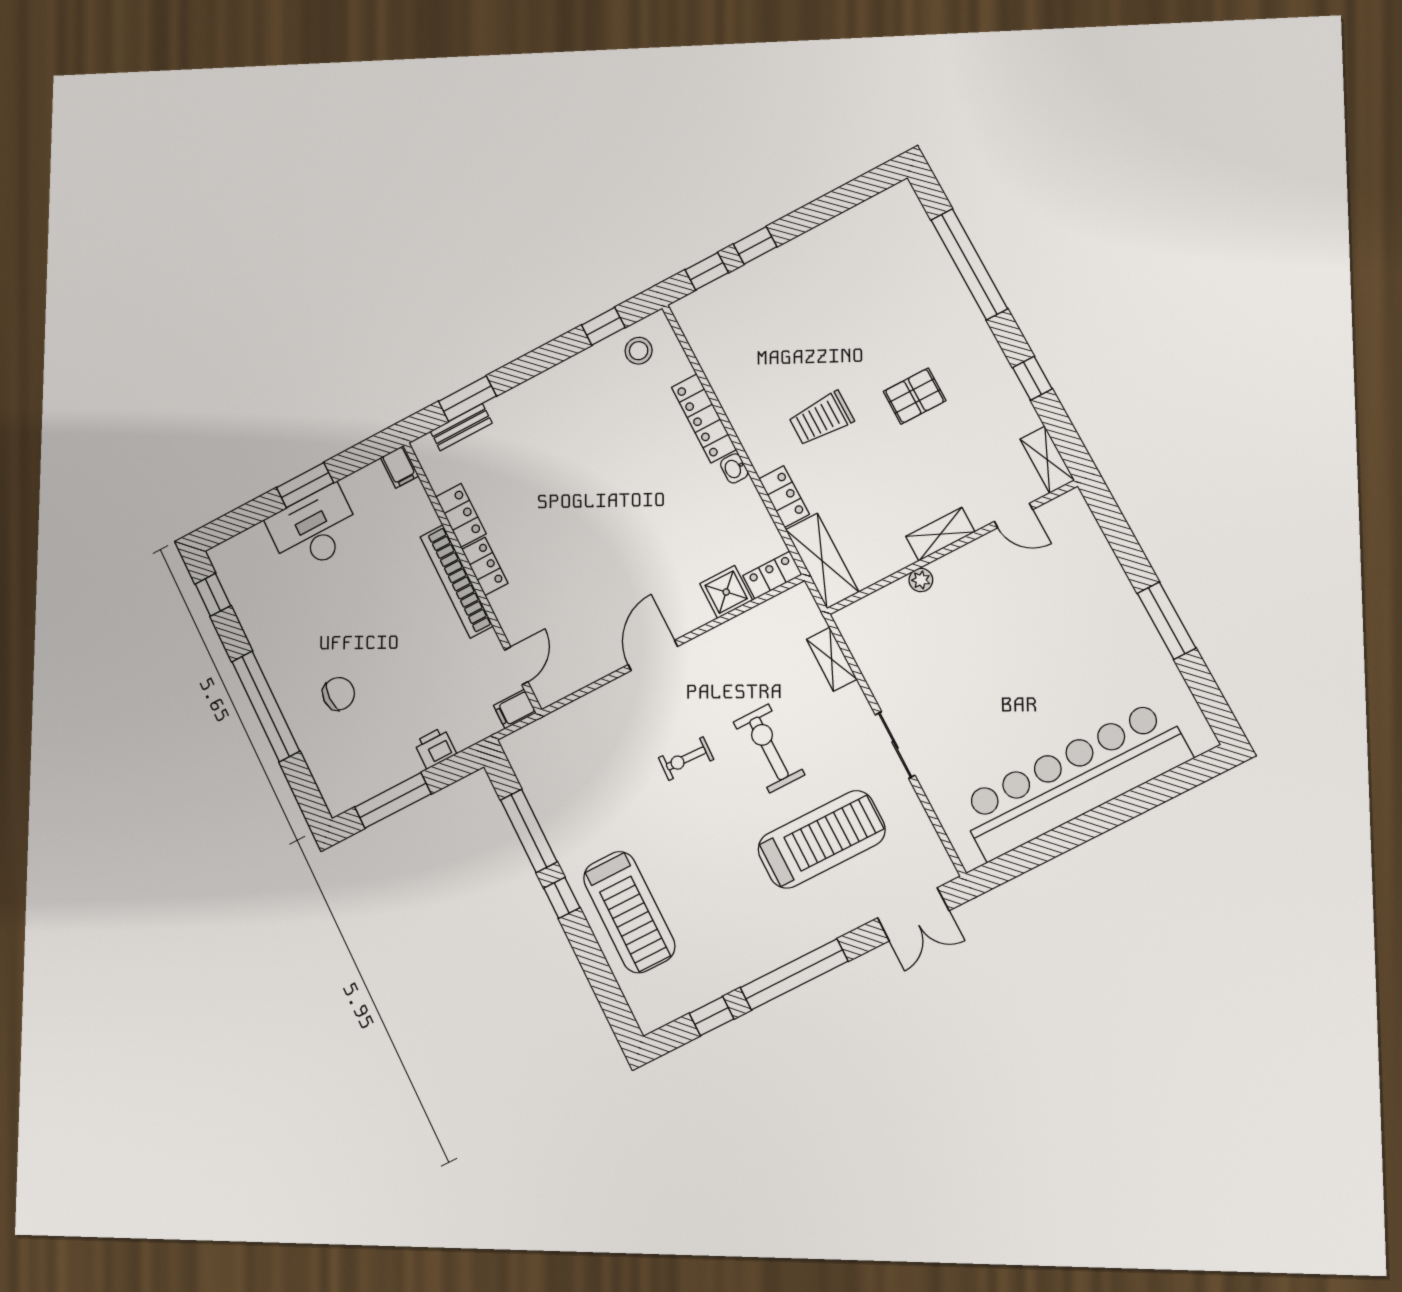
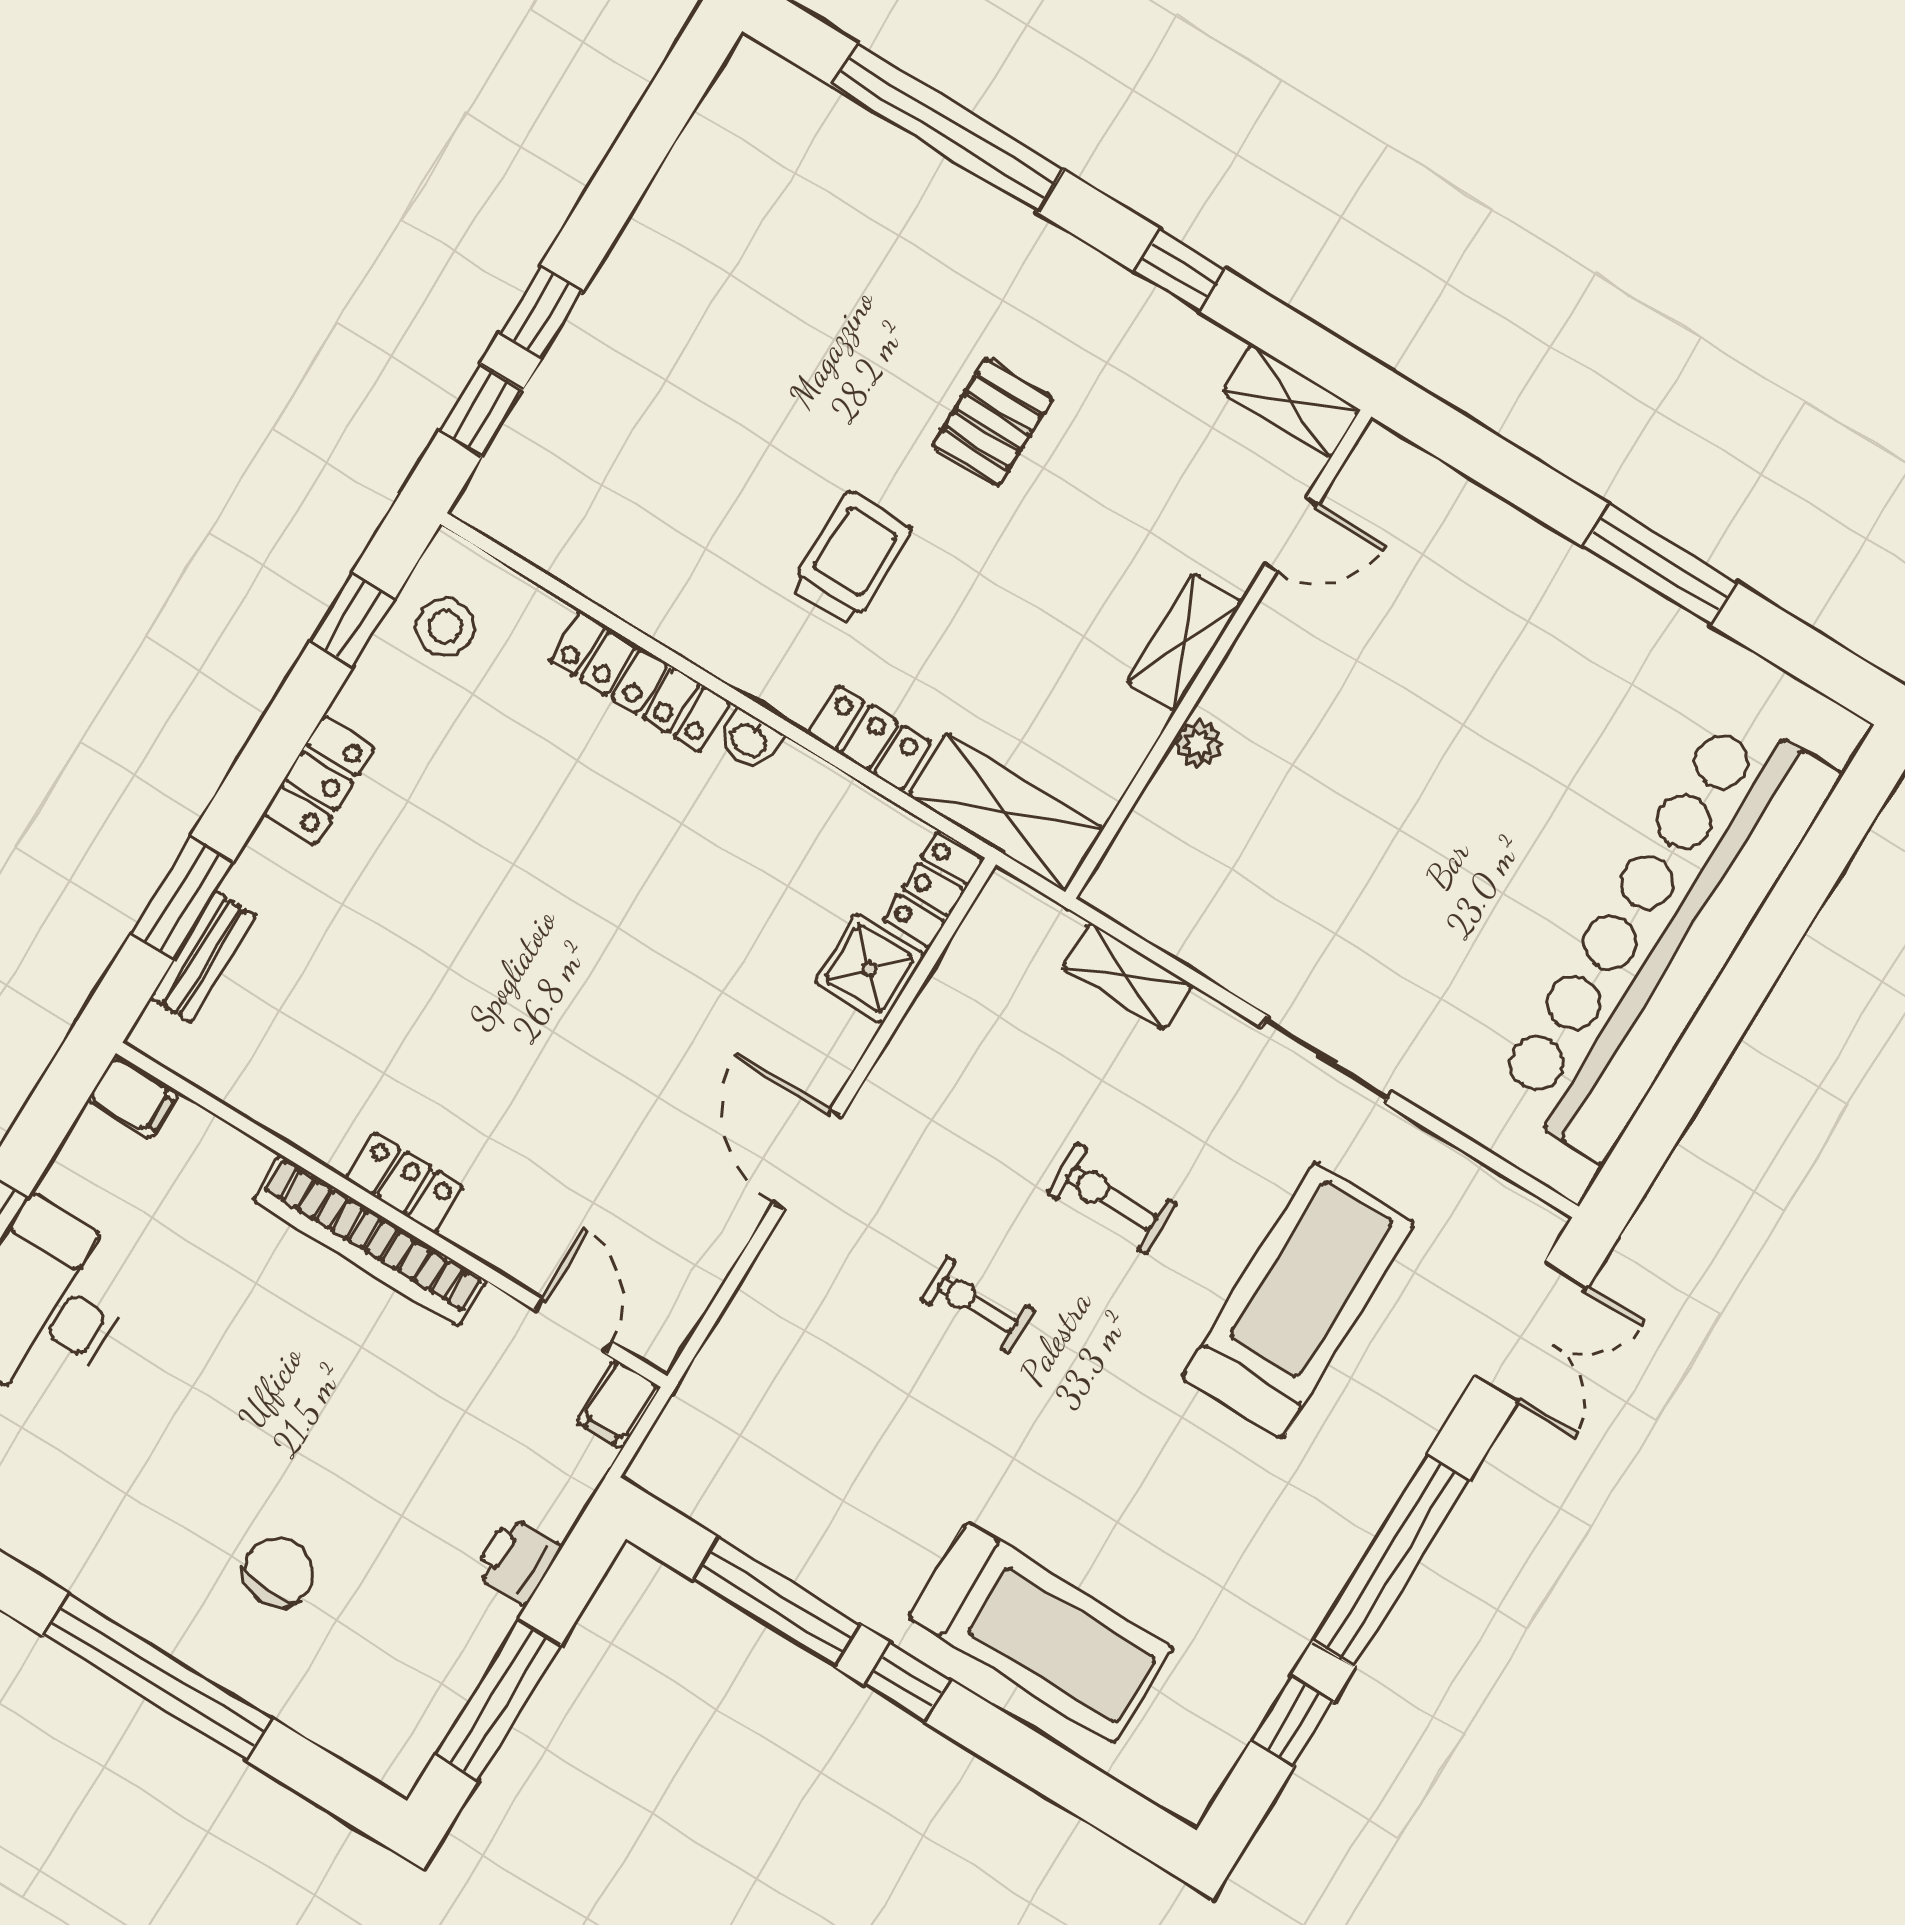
trolley: (821, 418) -> (851, 559), turned 180
locker: (461, 515) -> (319, 780), moved, turned 90
exercise bike: (769, 748) -> (1112, 1198), width x0.73, depth x0.72
exercise bike: (686, 759) -> (977, 1305), turned 88

